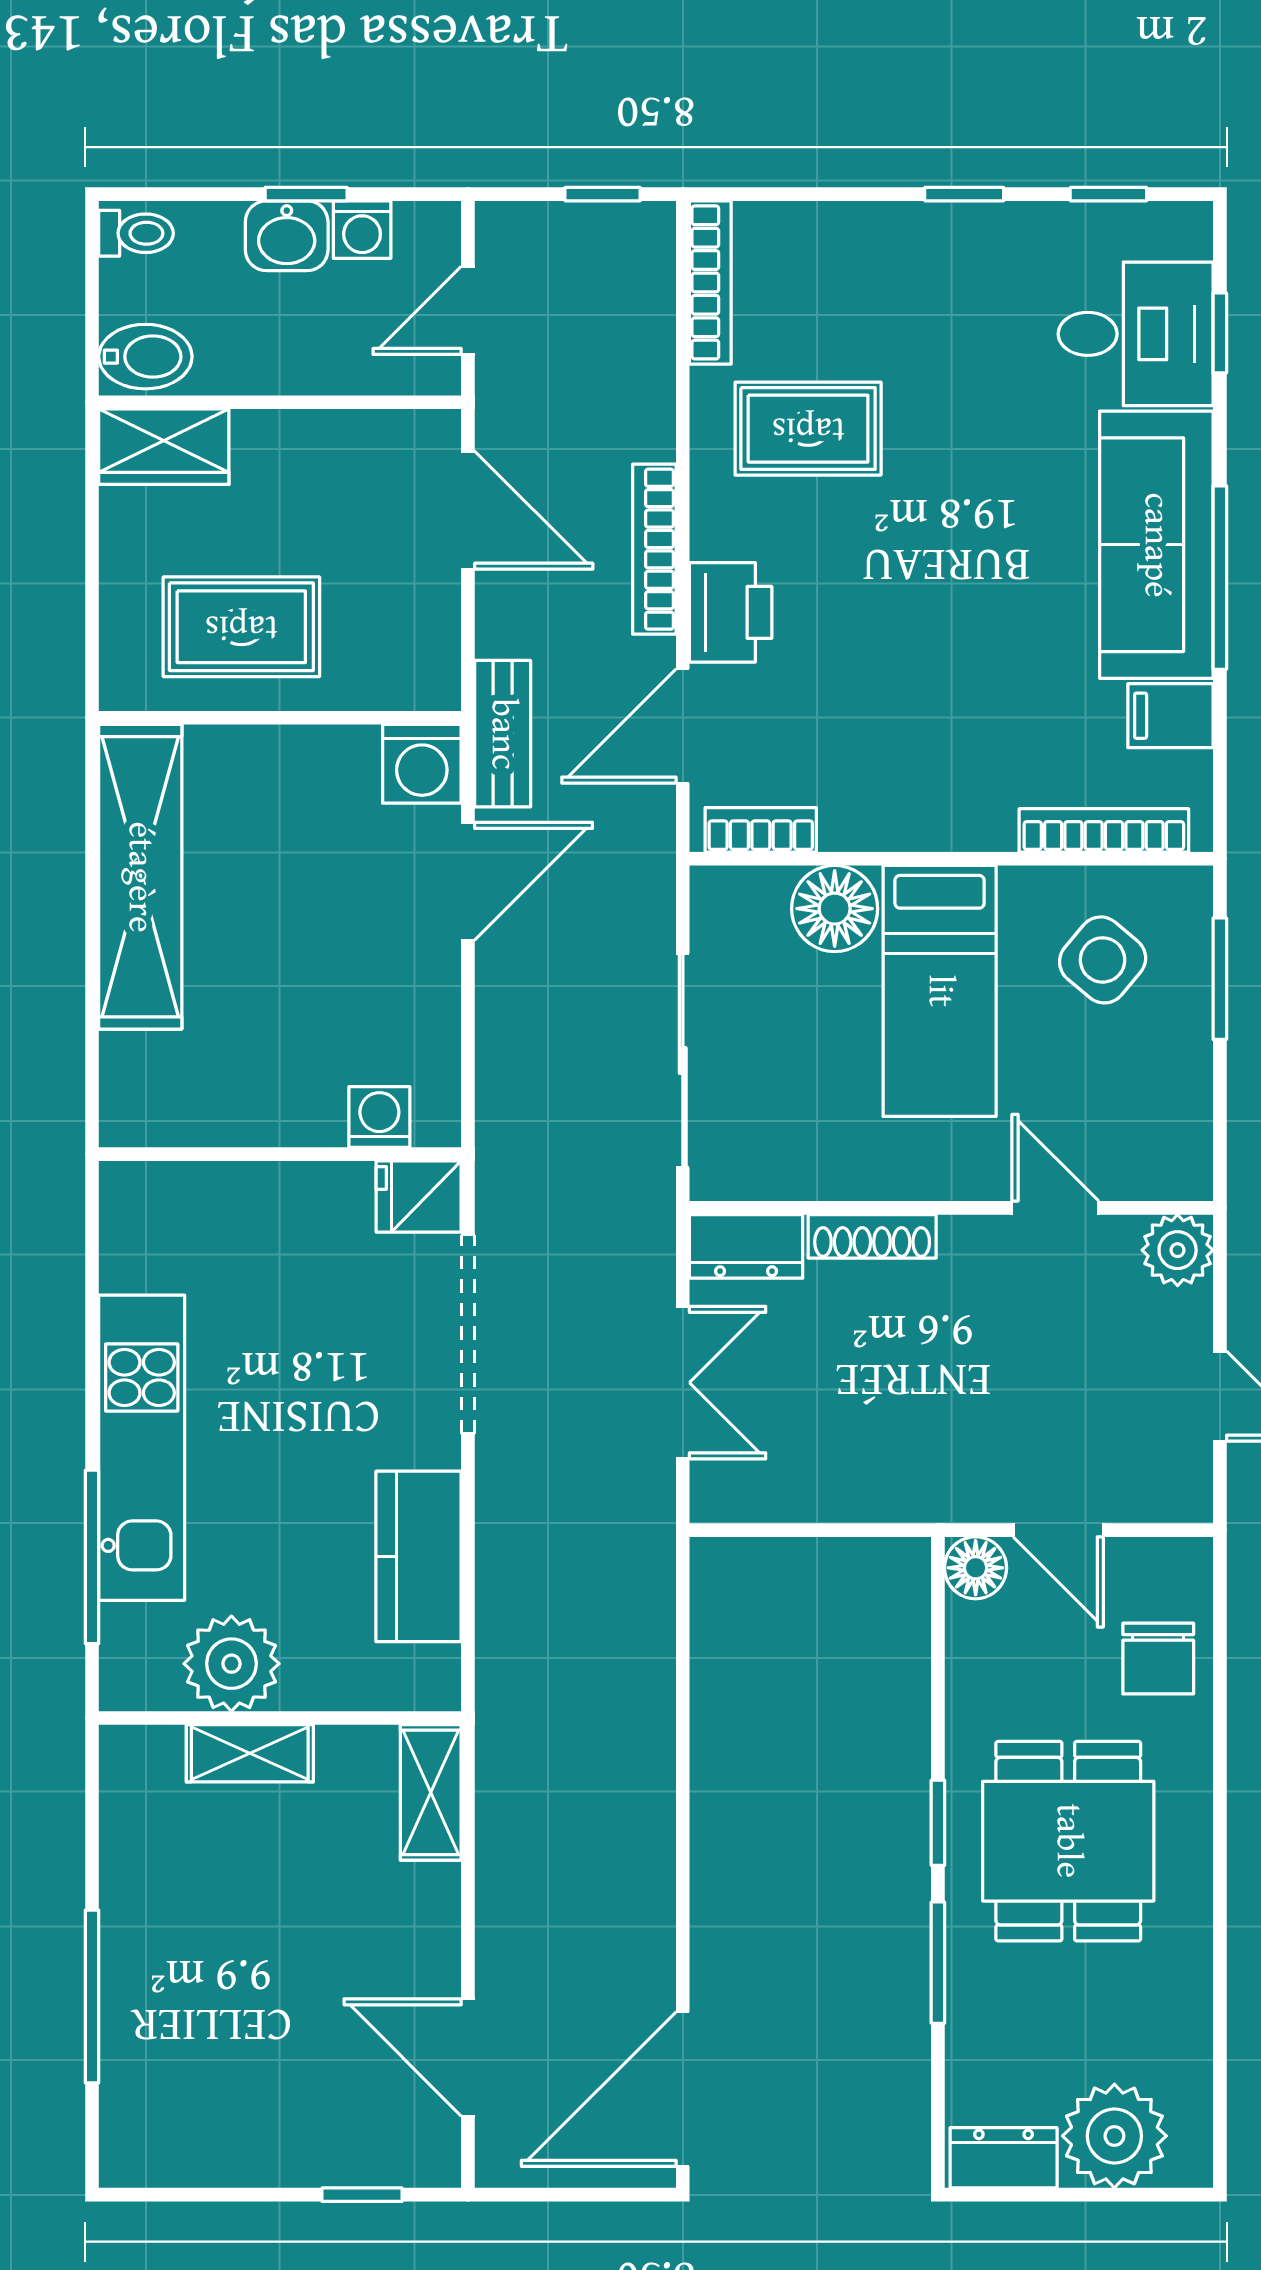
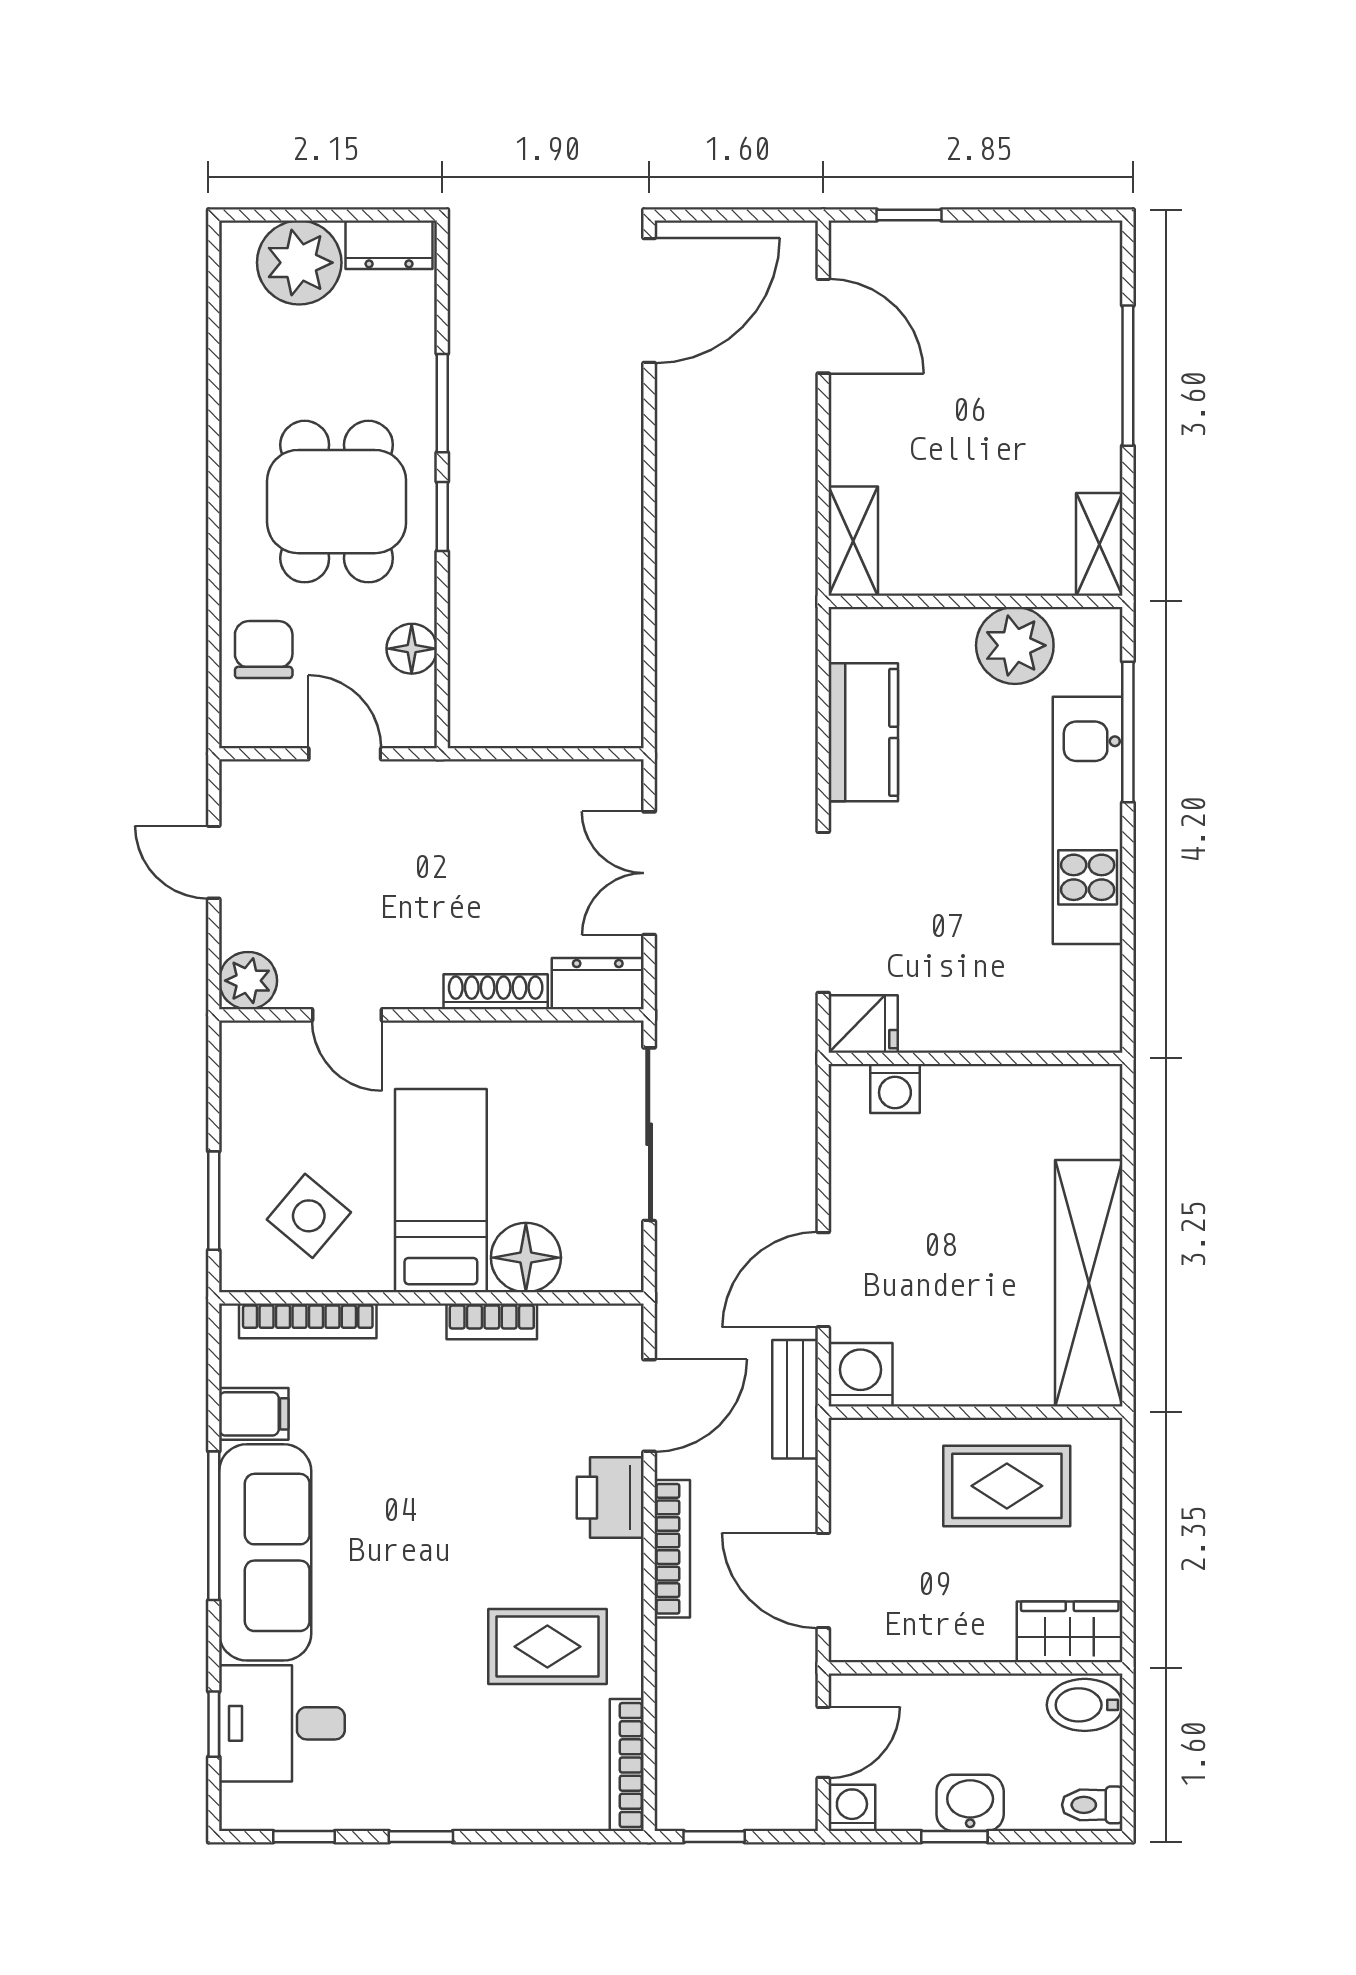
washing machine: (362, 230) -> (852, 1808), moved
bookcase: (761, 830) -> (492, 1321), moved
floor lamp: (976, 1568) -> (412, 649), moved
shelving: (250, 1753) -> (1099, 544), moved, turned 90

